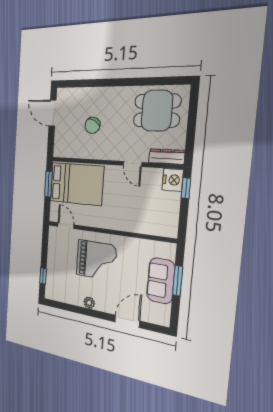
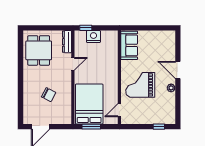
nightstand: (173, 180) -> (93, 37), moved
grand piano: (96, 260) -> (140, 85), turned -90
sofa: (161, 281) -> (129, 45), moved, turned -90
window: (178, 281) -> (144, 28), removed
door: (127, 321) -> (178, 70), moved

